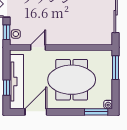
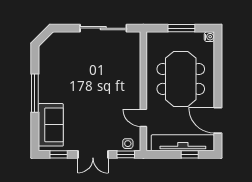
window: (116, 68) -> (181, 28), moved
window: (96, 112) -> (218, 51), removed

